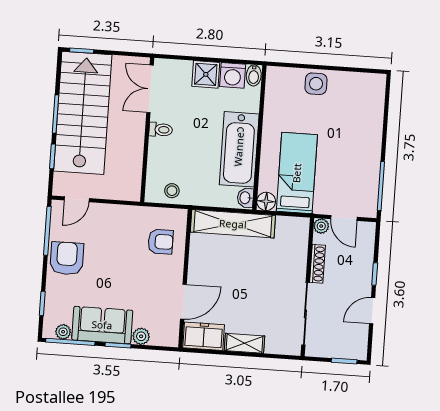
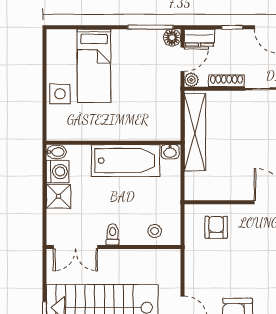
bed: (297, 173) -> (94, 66), moved, turned -90
stool: (172, 191) -> (155, 231), moved
floor lamp: (266, 201) -> (172, 38), moved
shelving: (233, 224) -> (195, 132), moved
dresser: (366, 238) -> (199, 38), added

